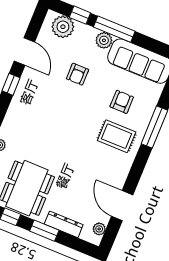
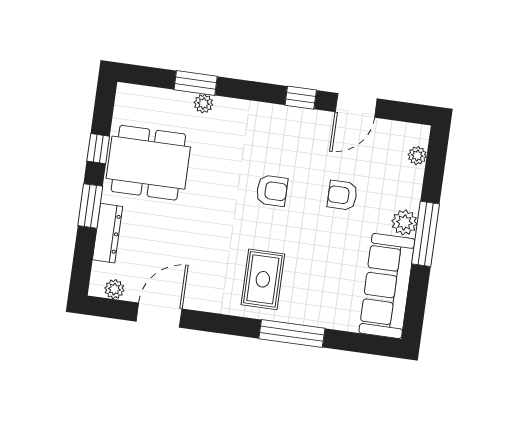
window: (80, 15) -> (434, 176), removed
plant: (63, 27) -> (417, 156), width x0.53, depth x0.53
armchair: (122, 102) -> (272, 191), moved

